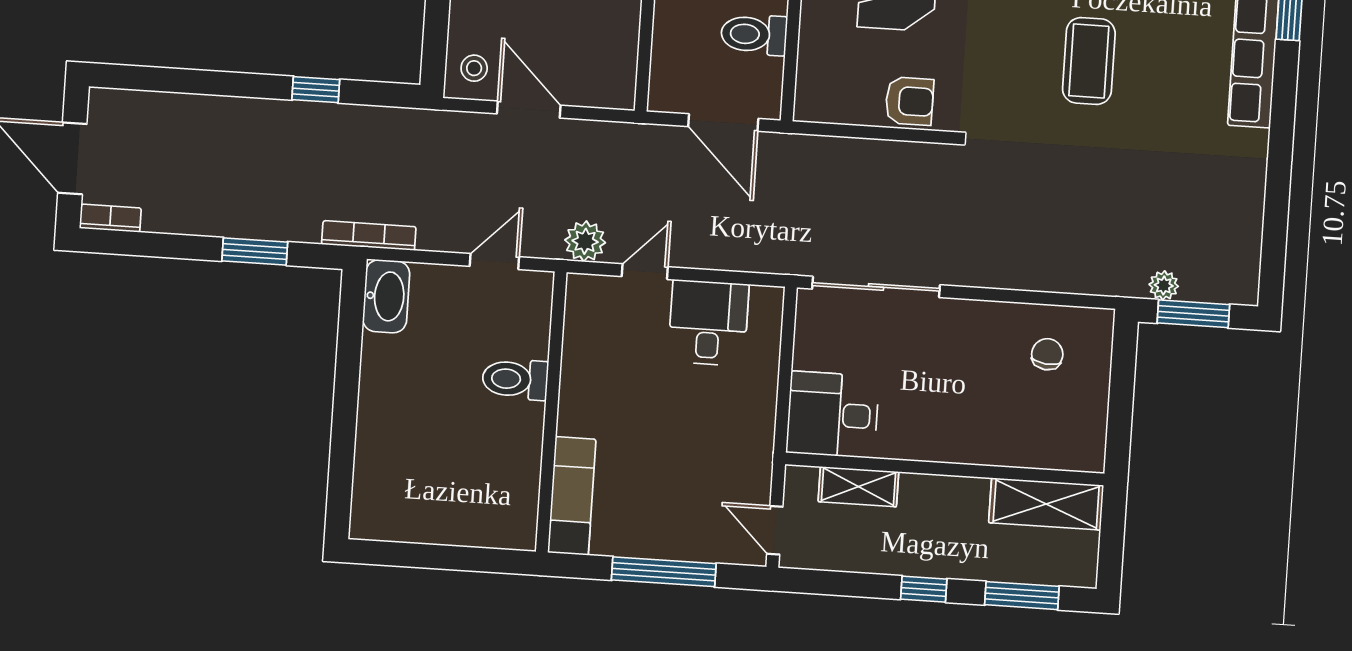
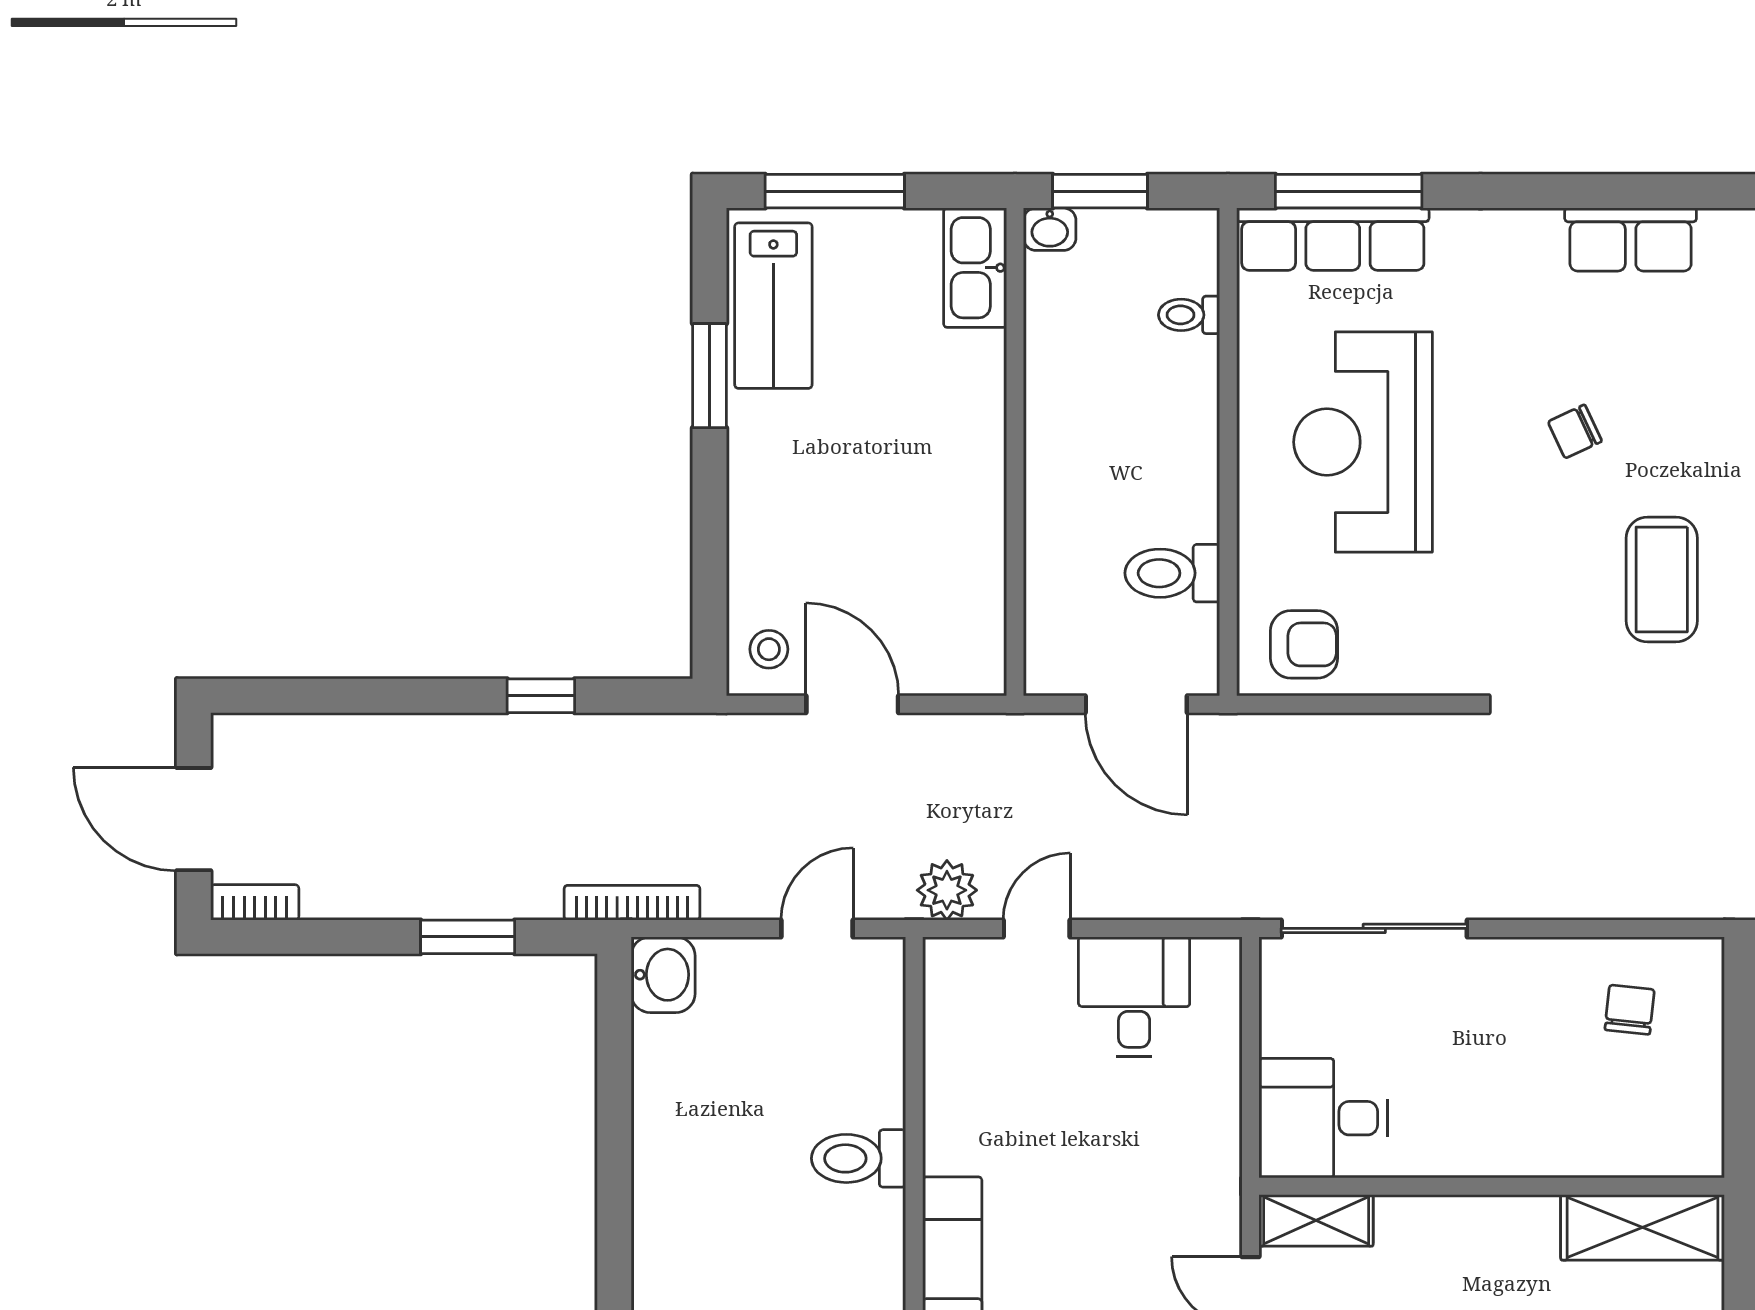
armchair: (909, 101) -> (1304, 644), moved
washbasin: (386, 296) -> (663, 975), width x0.72
toilet: (515, 379) -> (859, 1158), moved
shelving: (858, 487) -> (1316, 1220), moved

